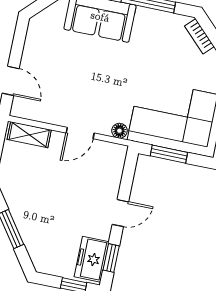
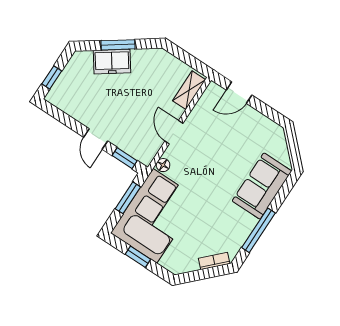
window: (111, 258) -> (125, 158), moved
freezer: (92, 259) -> (112, 62), moved, turned 145

